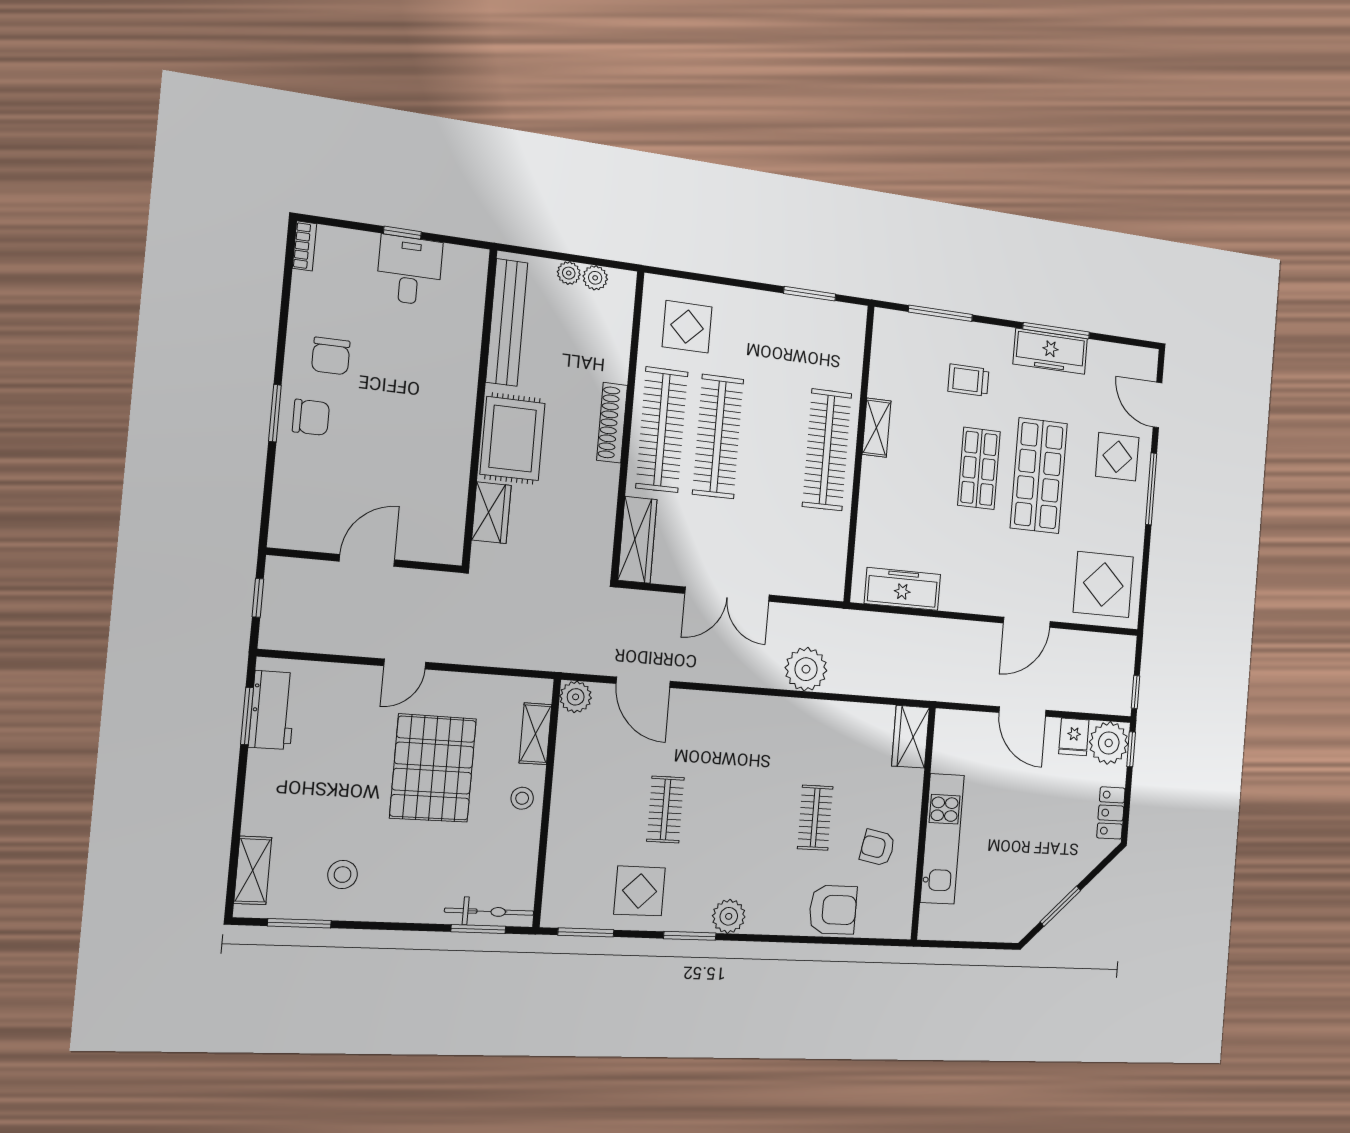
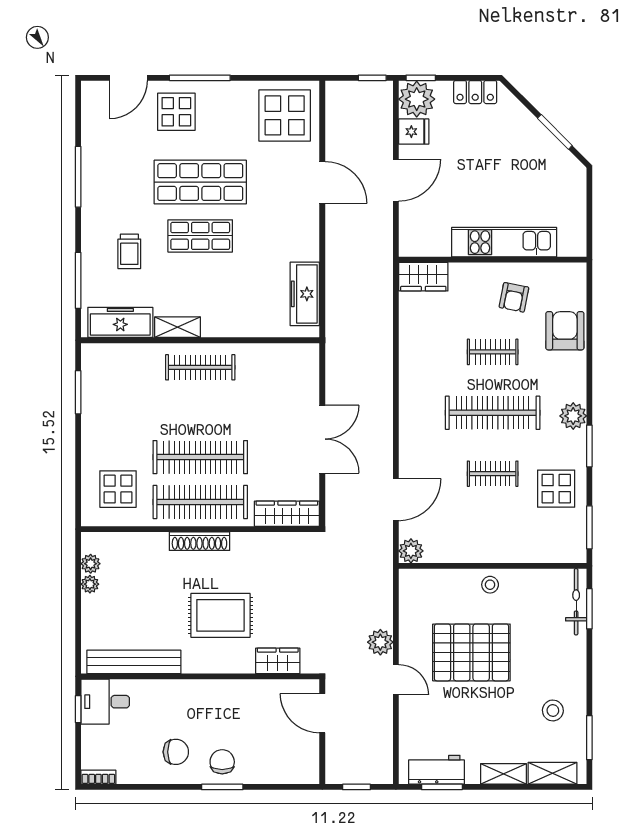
bench: (507, 322) -> (134, 662), moved
freezer: (1050, 351) -> (120, 322), moved, turned -90
wall: (480, 408) -> (200, 676), moved
clothes rail: (827, 450) -> (200, 367), width x0.73, depth x0.76
wardrobe: (491, 513) -> (278, 661), moved
plant: (806, 669) -> (380, 642), moved, width x0.73, depth x0.73
shelving: (535, 734) -> (503, 774), moved
clothes rail: (741, 814) -> (493, 413), added

